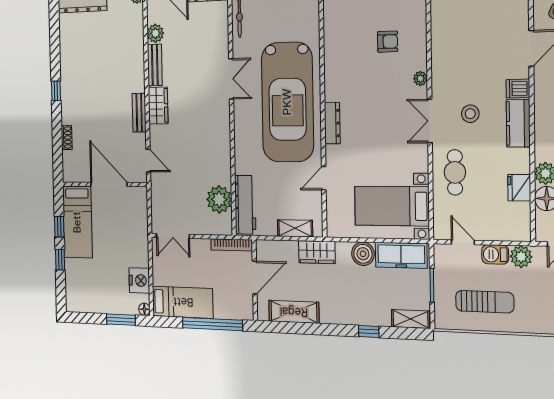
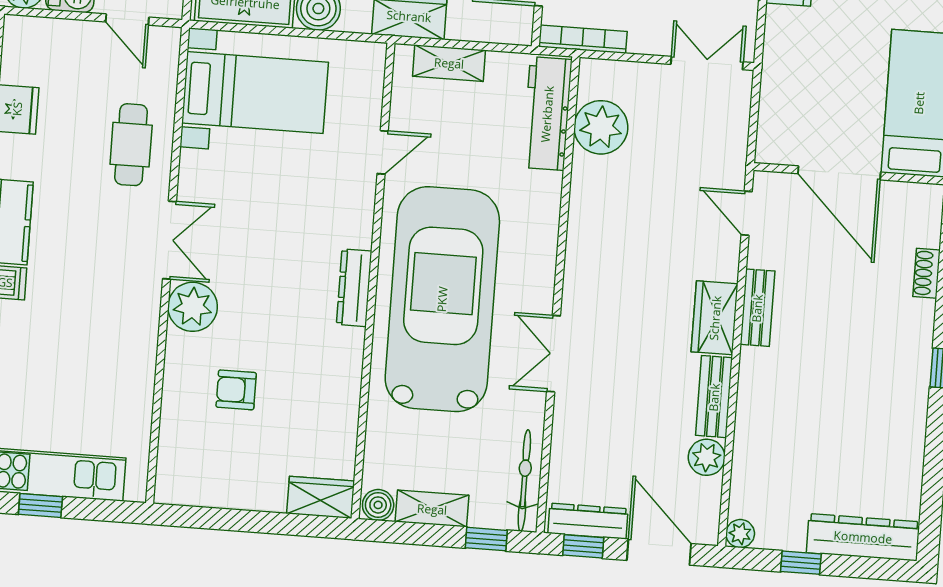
plant: (420, 78) -> (193, 307), width x1.88, depth x1.88
stool: (470, 114) -> (94, 246), removed
dresser: (332, 123) -> (354, 288), moved

